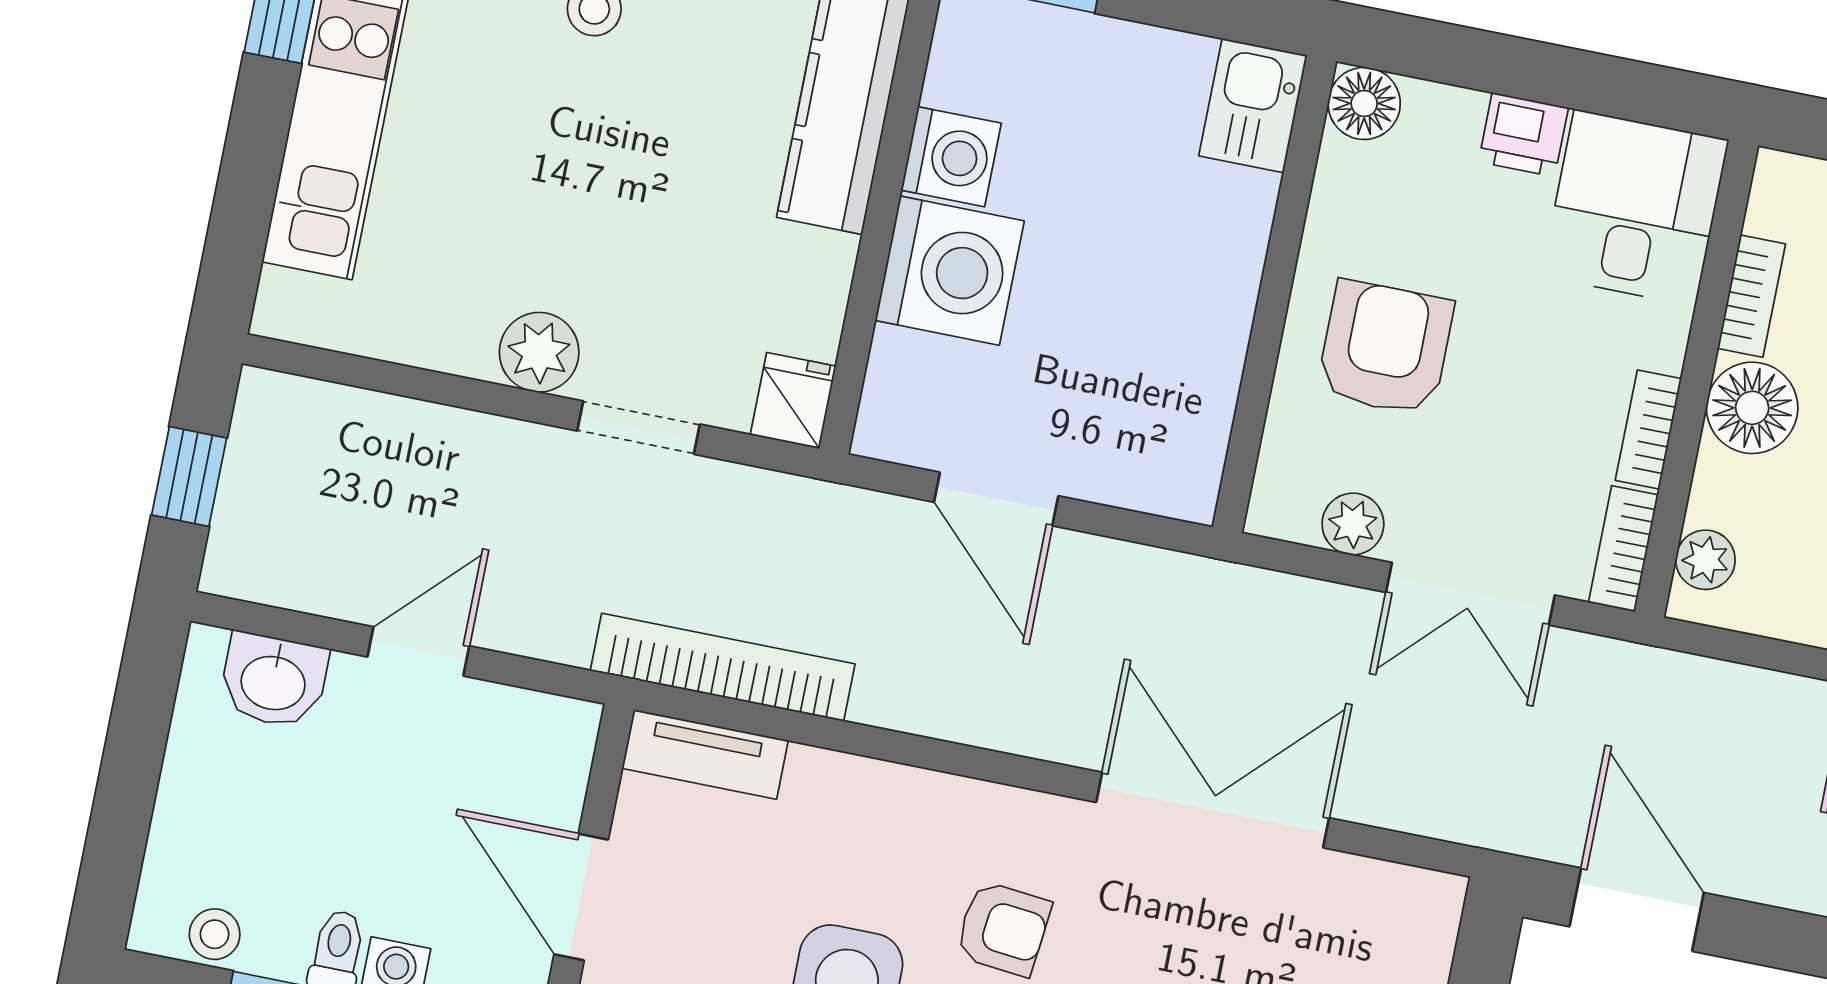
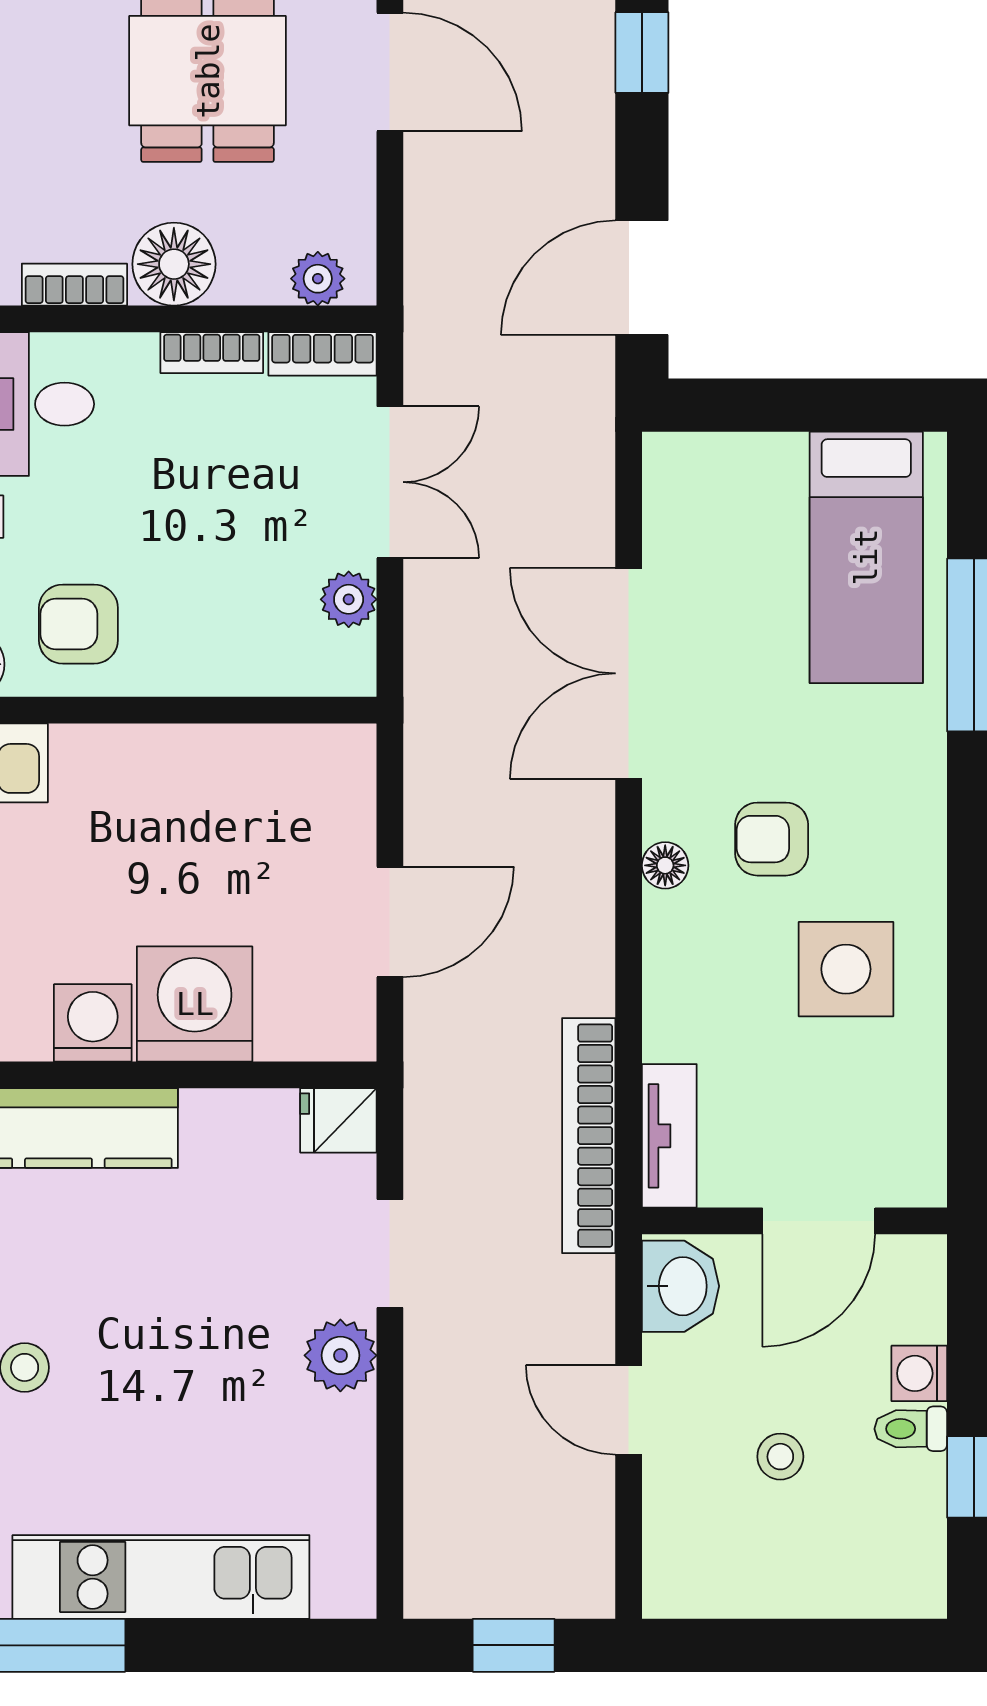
armchair: (1385, 348) -> (78, 624), moved, width x0.72, depth x0.72
washbasin: (274, 681) -> (680, 1286), moved
floor lamp: (998, 808) -> (665, 865), added
armchair: (1003, 929) -> (772, 839), turned -96
stool: (215, 934) -> (780, 1457), moved

